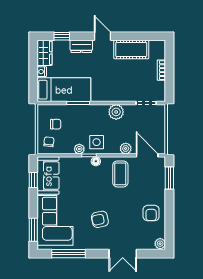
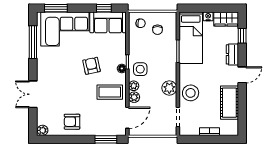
stool: (121, 90) -> (191, 93), added
plant: (79, 149) -> (134, 86), moved
armchair: (100, 219) -> (92, 66), moved

